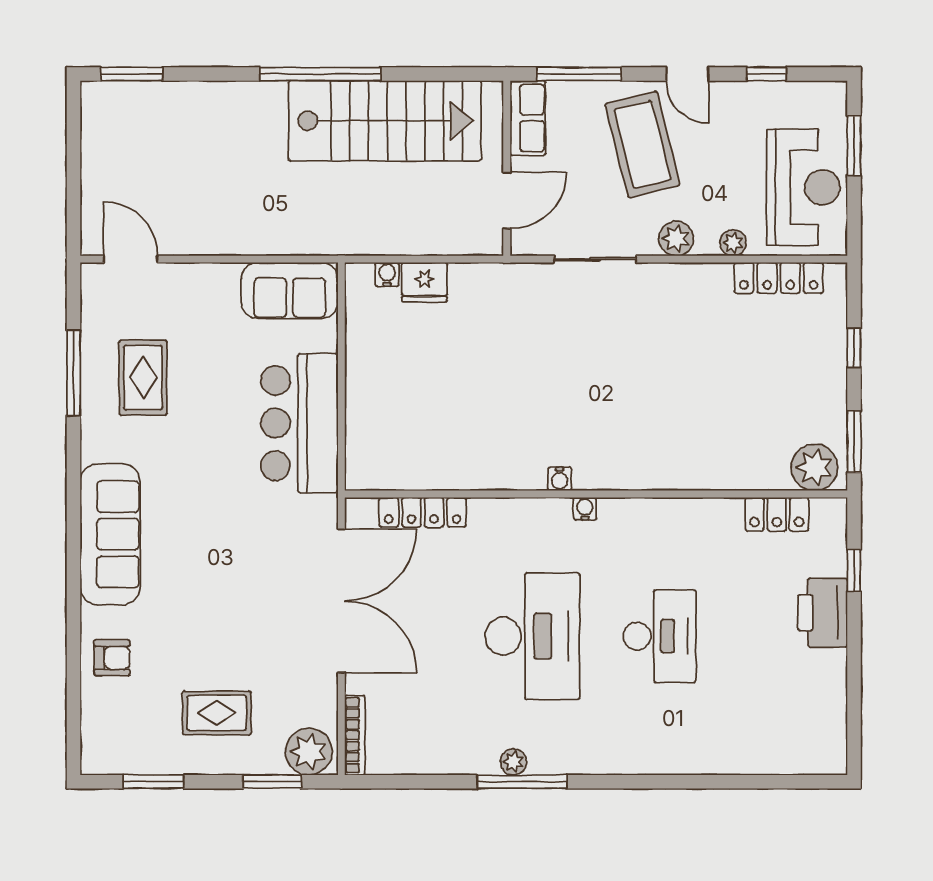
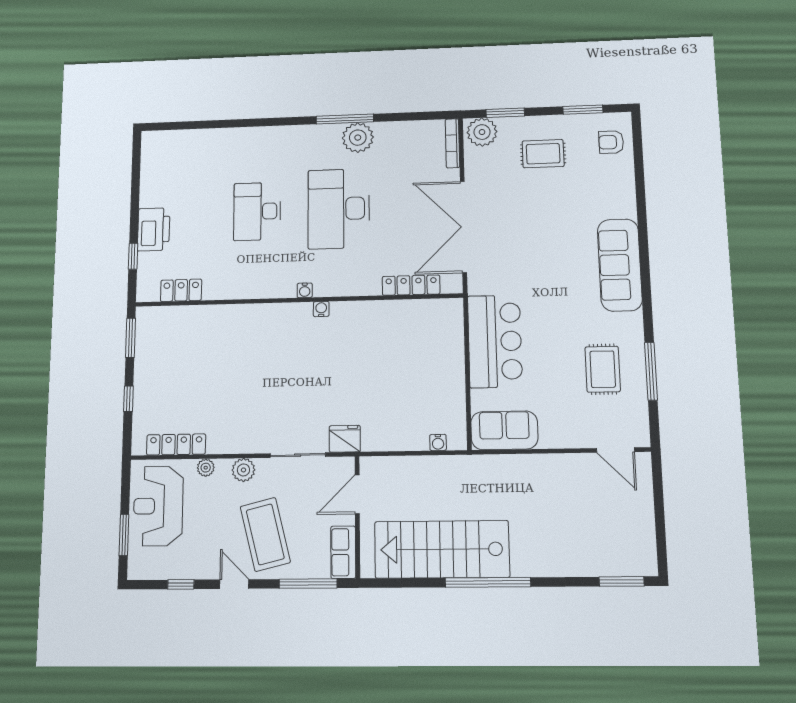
fridge: (424, 282) -> (345, 439), moved
plant: (815, 467) -> (156, 321), removed
armchair: (112, 658) -> (611, 142), moved
plant: (513, 762) -> (358, 138), width x1.88, depth x1.88

